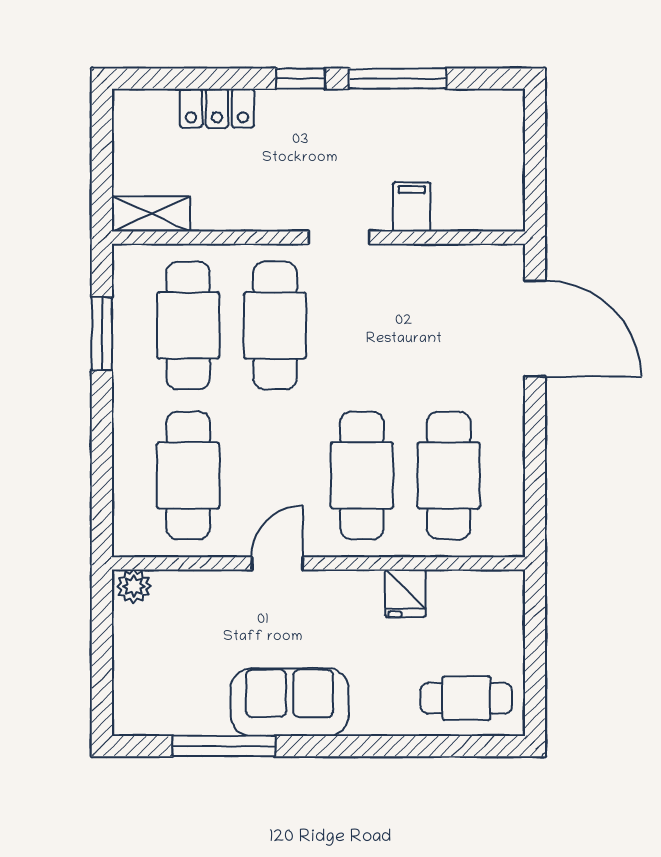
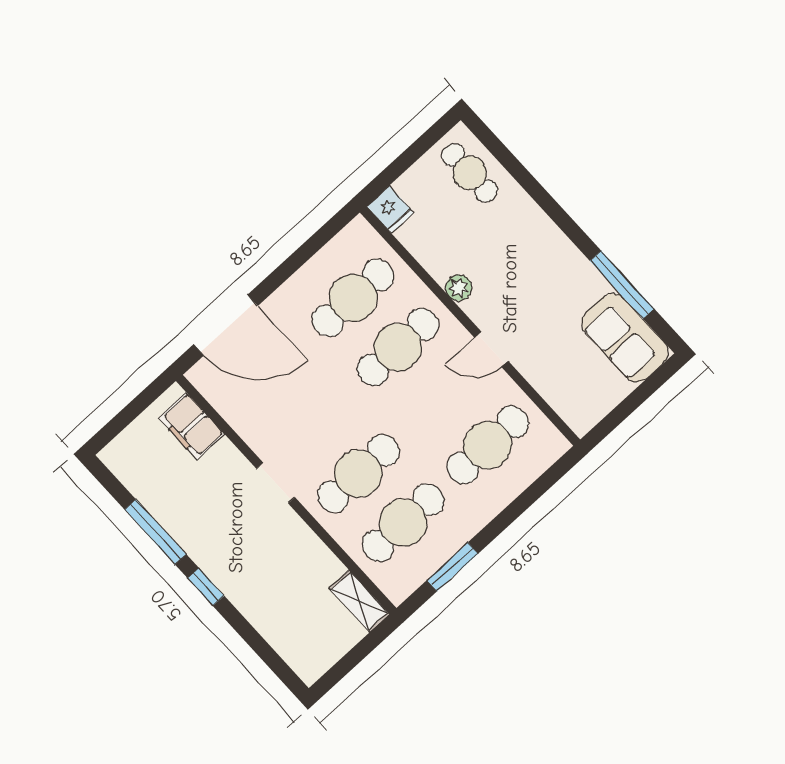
locker: (217, 108) -> (266, 619), removed
filing cabinet: (412, 207) -> (192, 426), moved, width x2.00
door: (535, 329) -> (226, 325), swing flipped
plant: (134, 586) -> (459, 288), moved
fridge: (405, 593) -> (390, 209), moved, turned 90
sofa: (290, 702) -> (625, 338), moved

